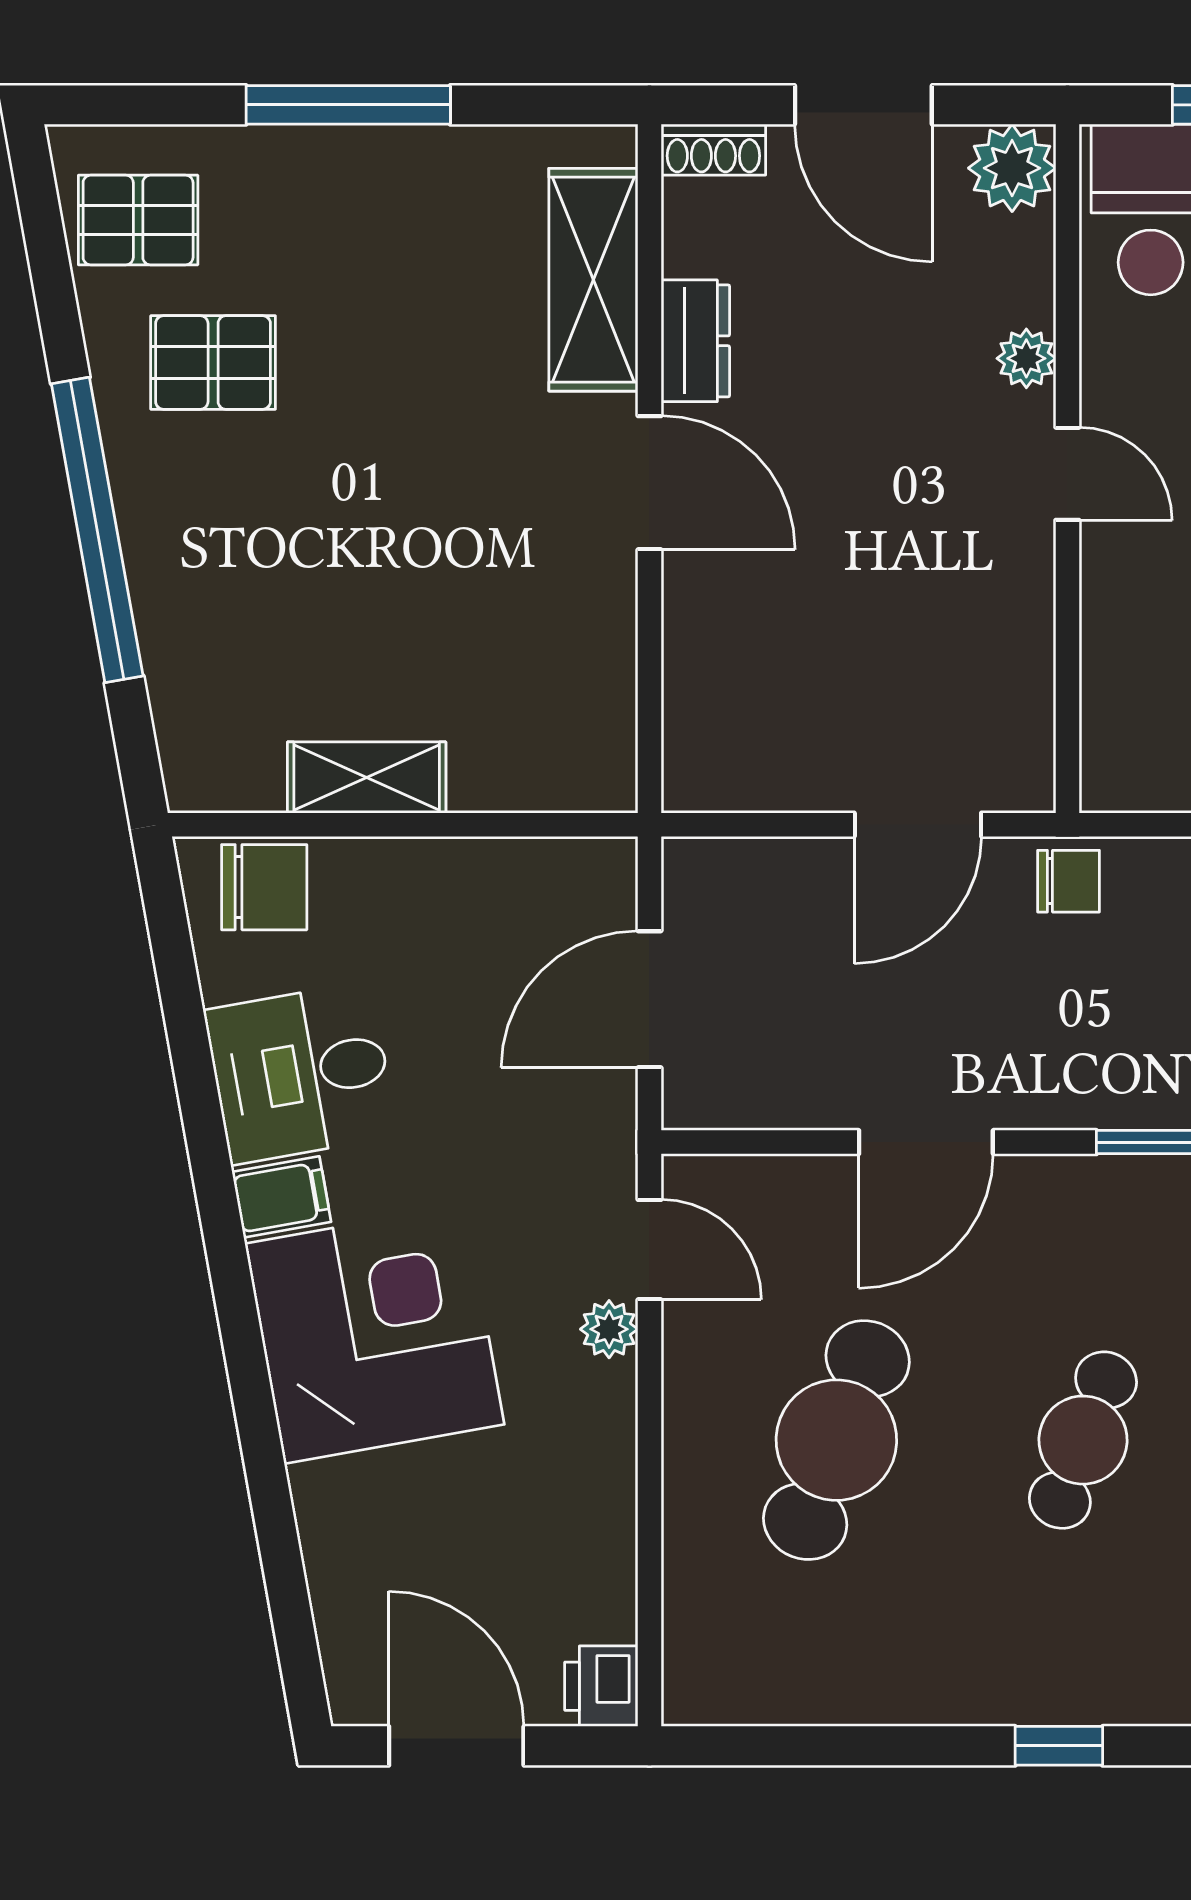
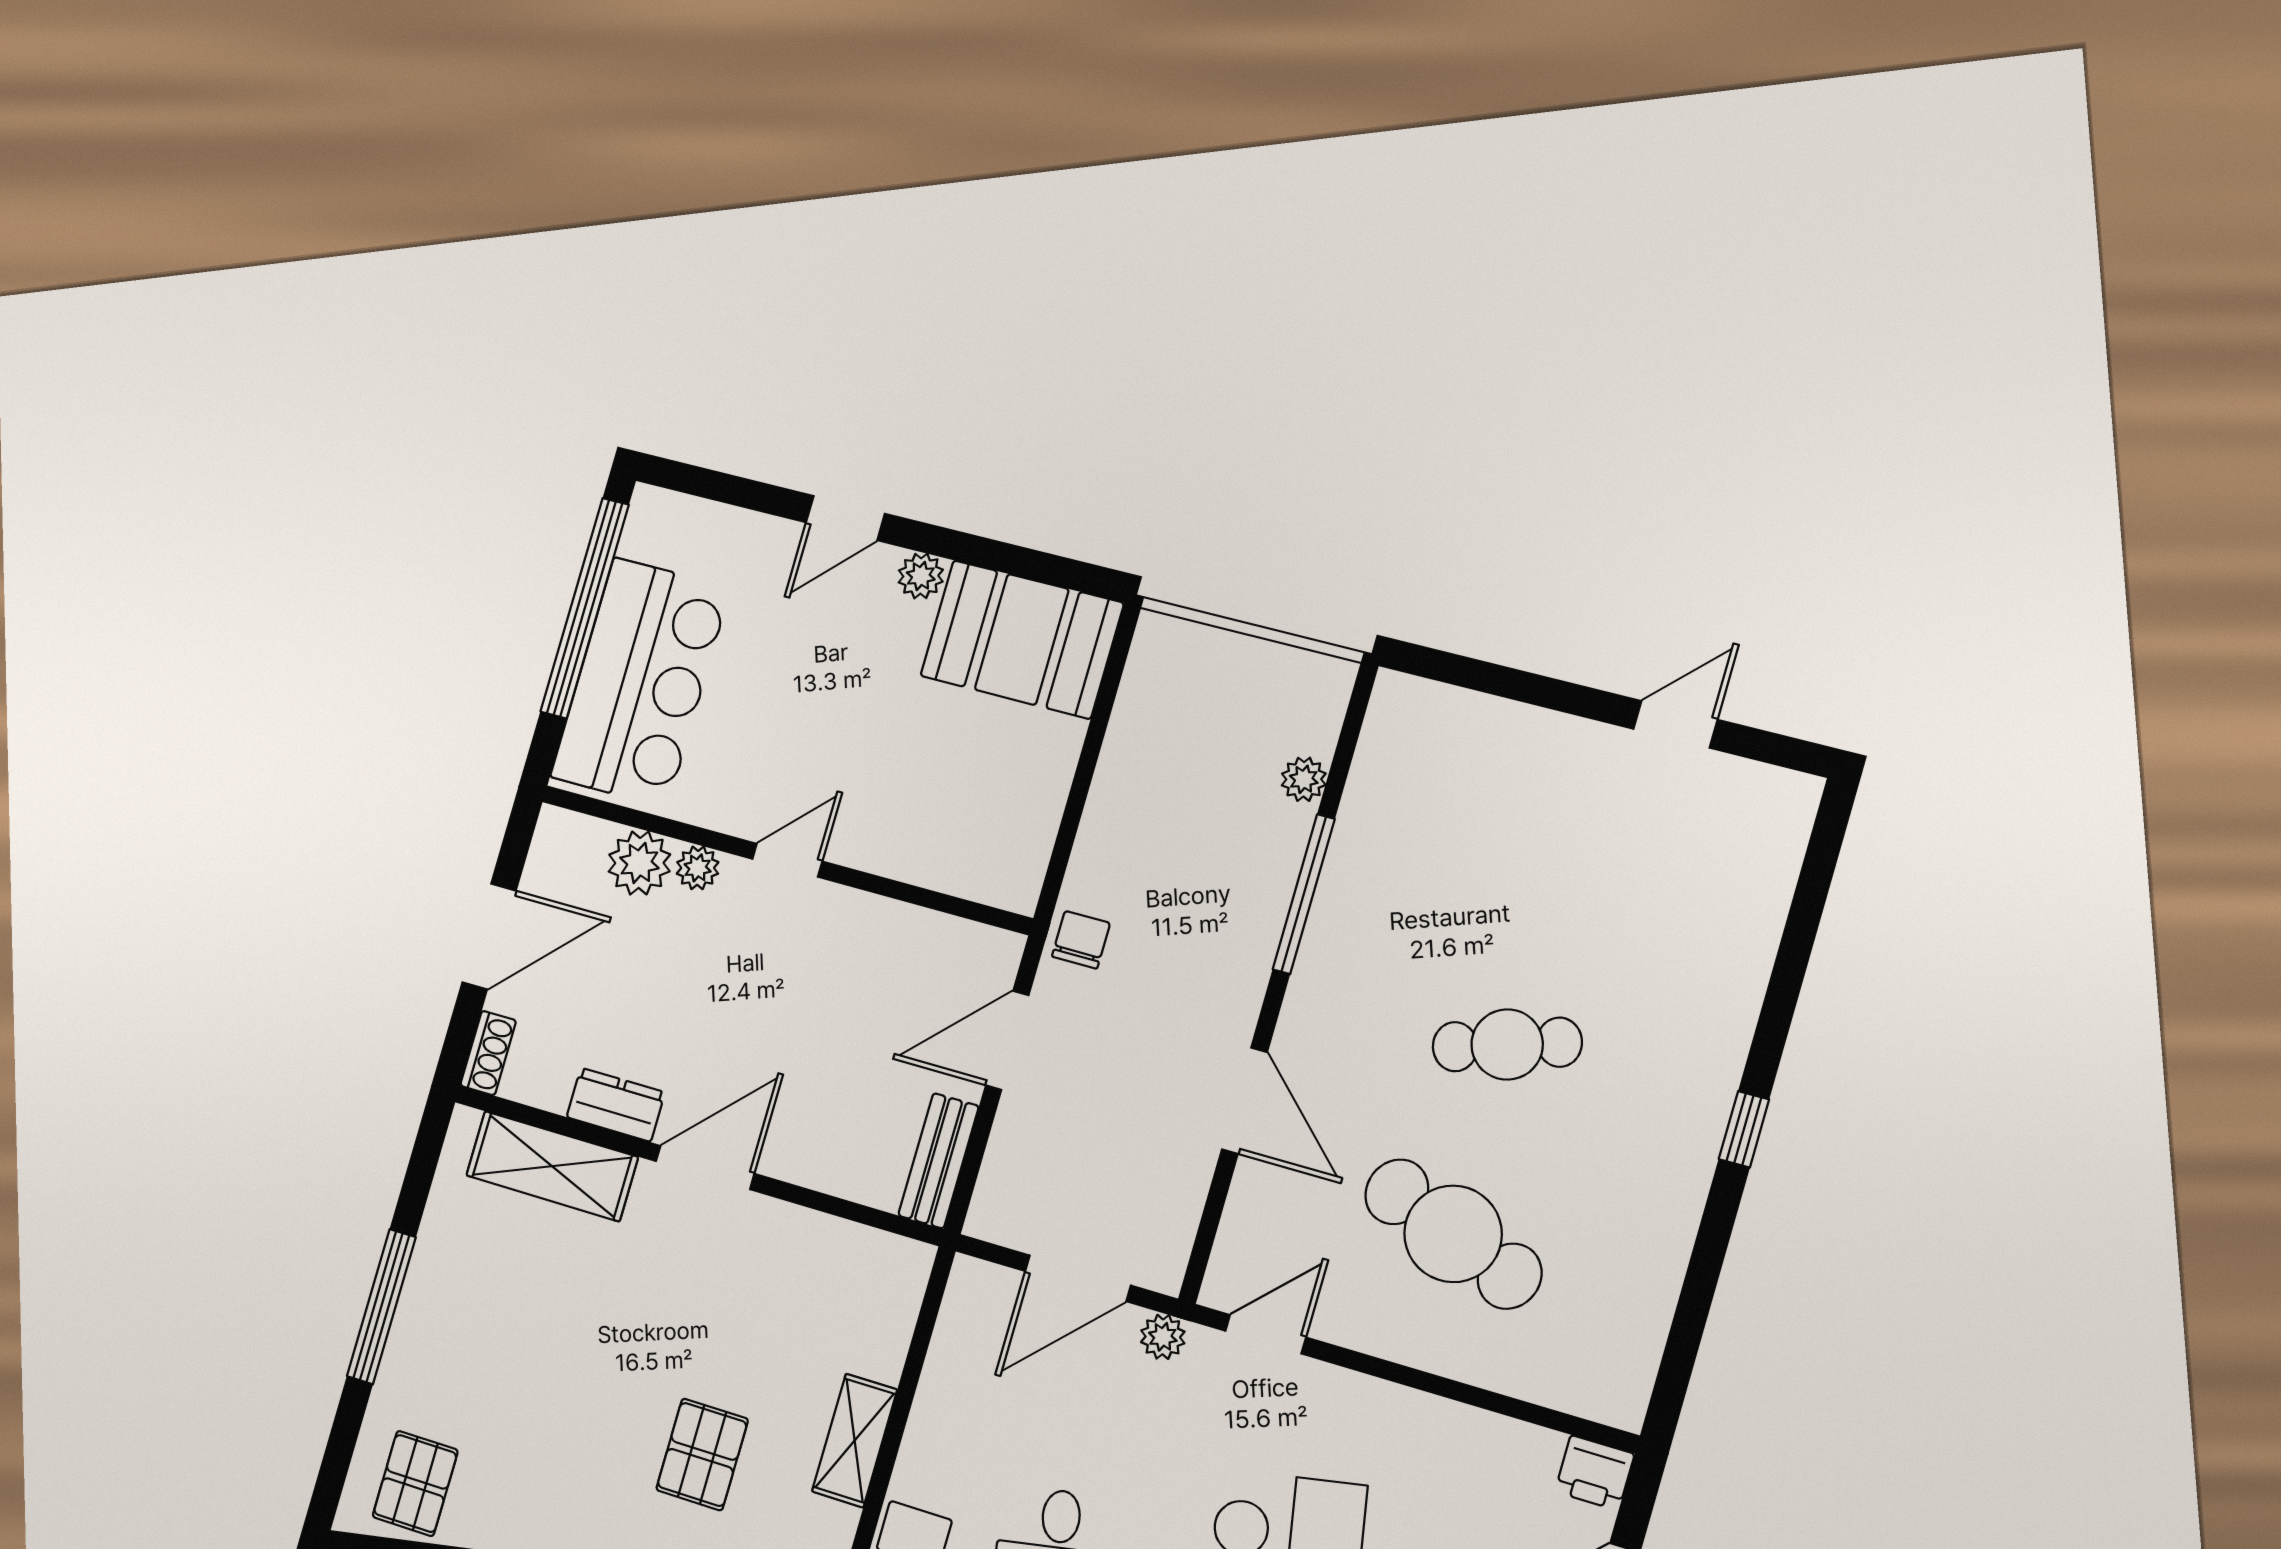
plant: (1012, 168) -> (639, 863), moved
pallet: (213, 363) -> (702, 1454), moved
bench: (744, 782) -> (938, 1161), added
door: (918, 825) -> (1007, 1040), swing flipped
door: (649, 999) -> (1078, 1278), hinge flipped
plant: (609, 1329) -> (1163, 1337), moved
cafe table: (1083, 1440) -> (1507, 1044), turned -39

